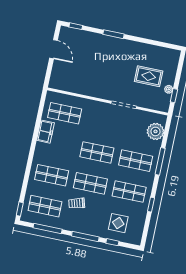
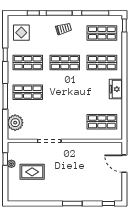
door: (53, 49) -> (124, 164), moved
freezer: (45, 132) -> (116, 89), moved
shop shelf: (97, 152) -> (65, 92), removed
trolley: (77, 203) -> (64, 29), moved
display table: (118, 223) -> (21, 33), moved

